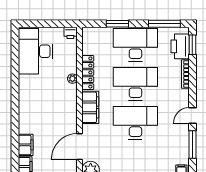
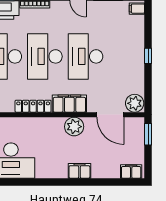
plant: (72, 79) -> (74, 127), moved, width x1.88, depth x1.88
filing cabinet: (26, 145) -> (79, 171), moved

